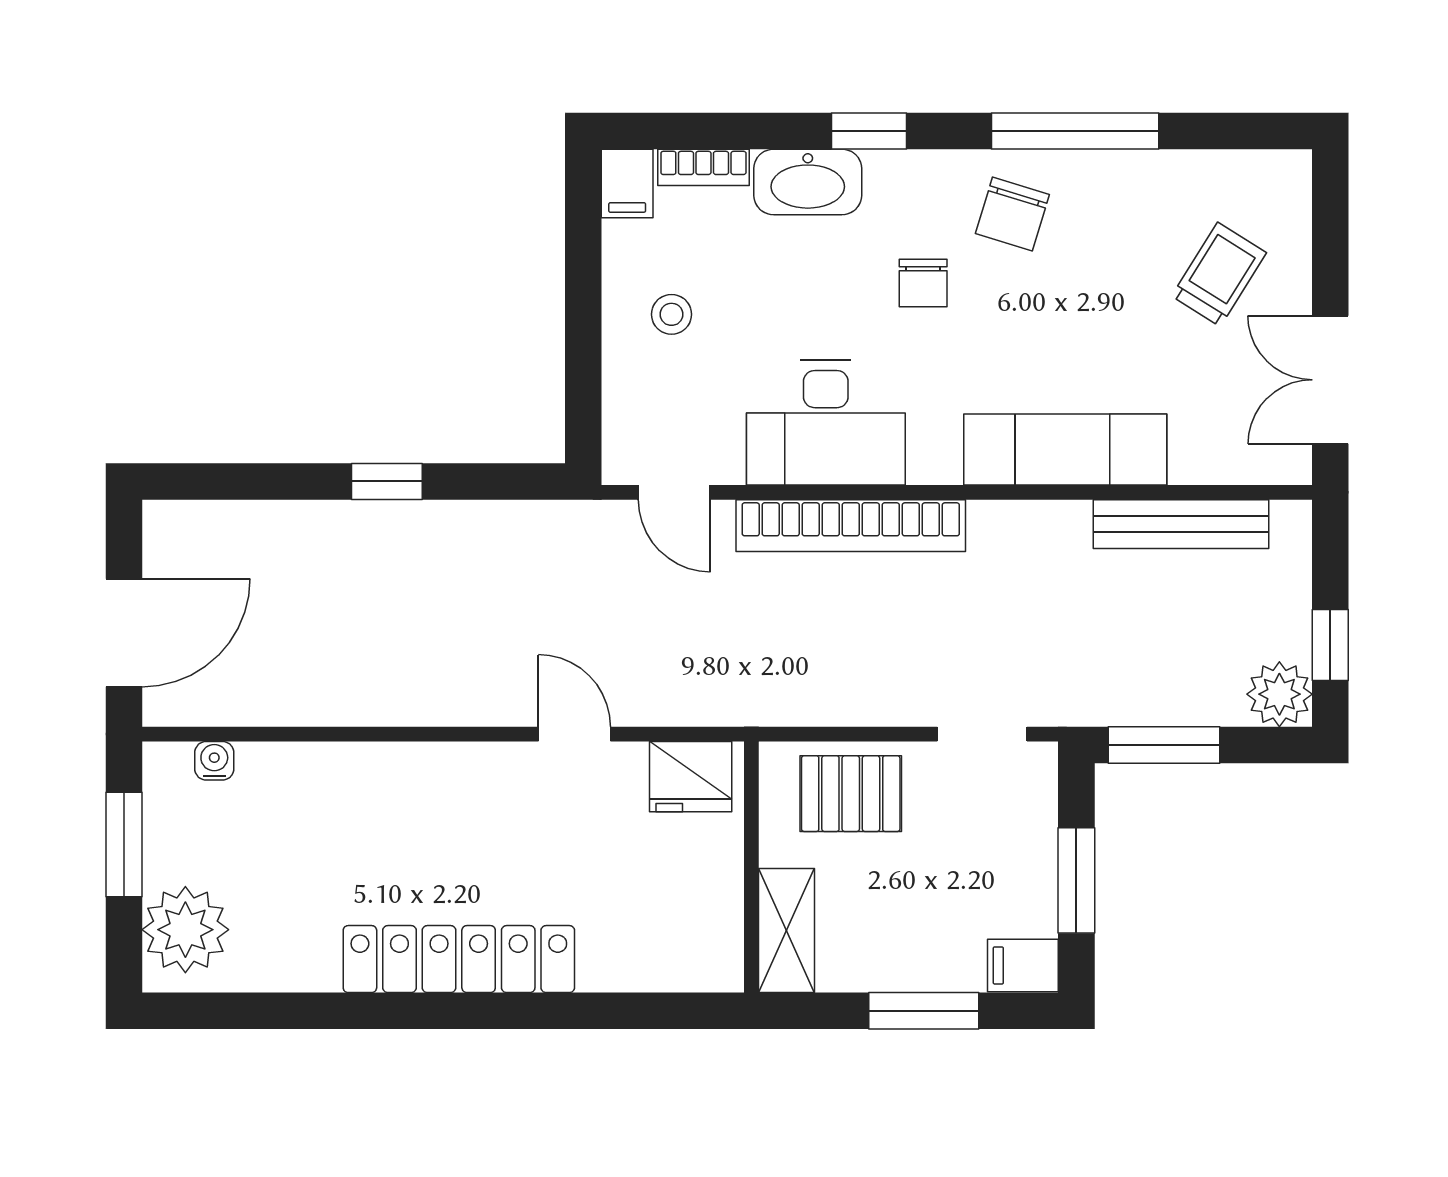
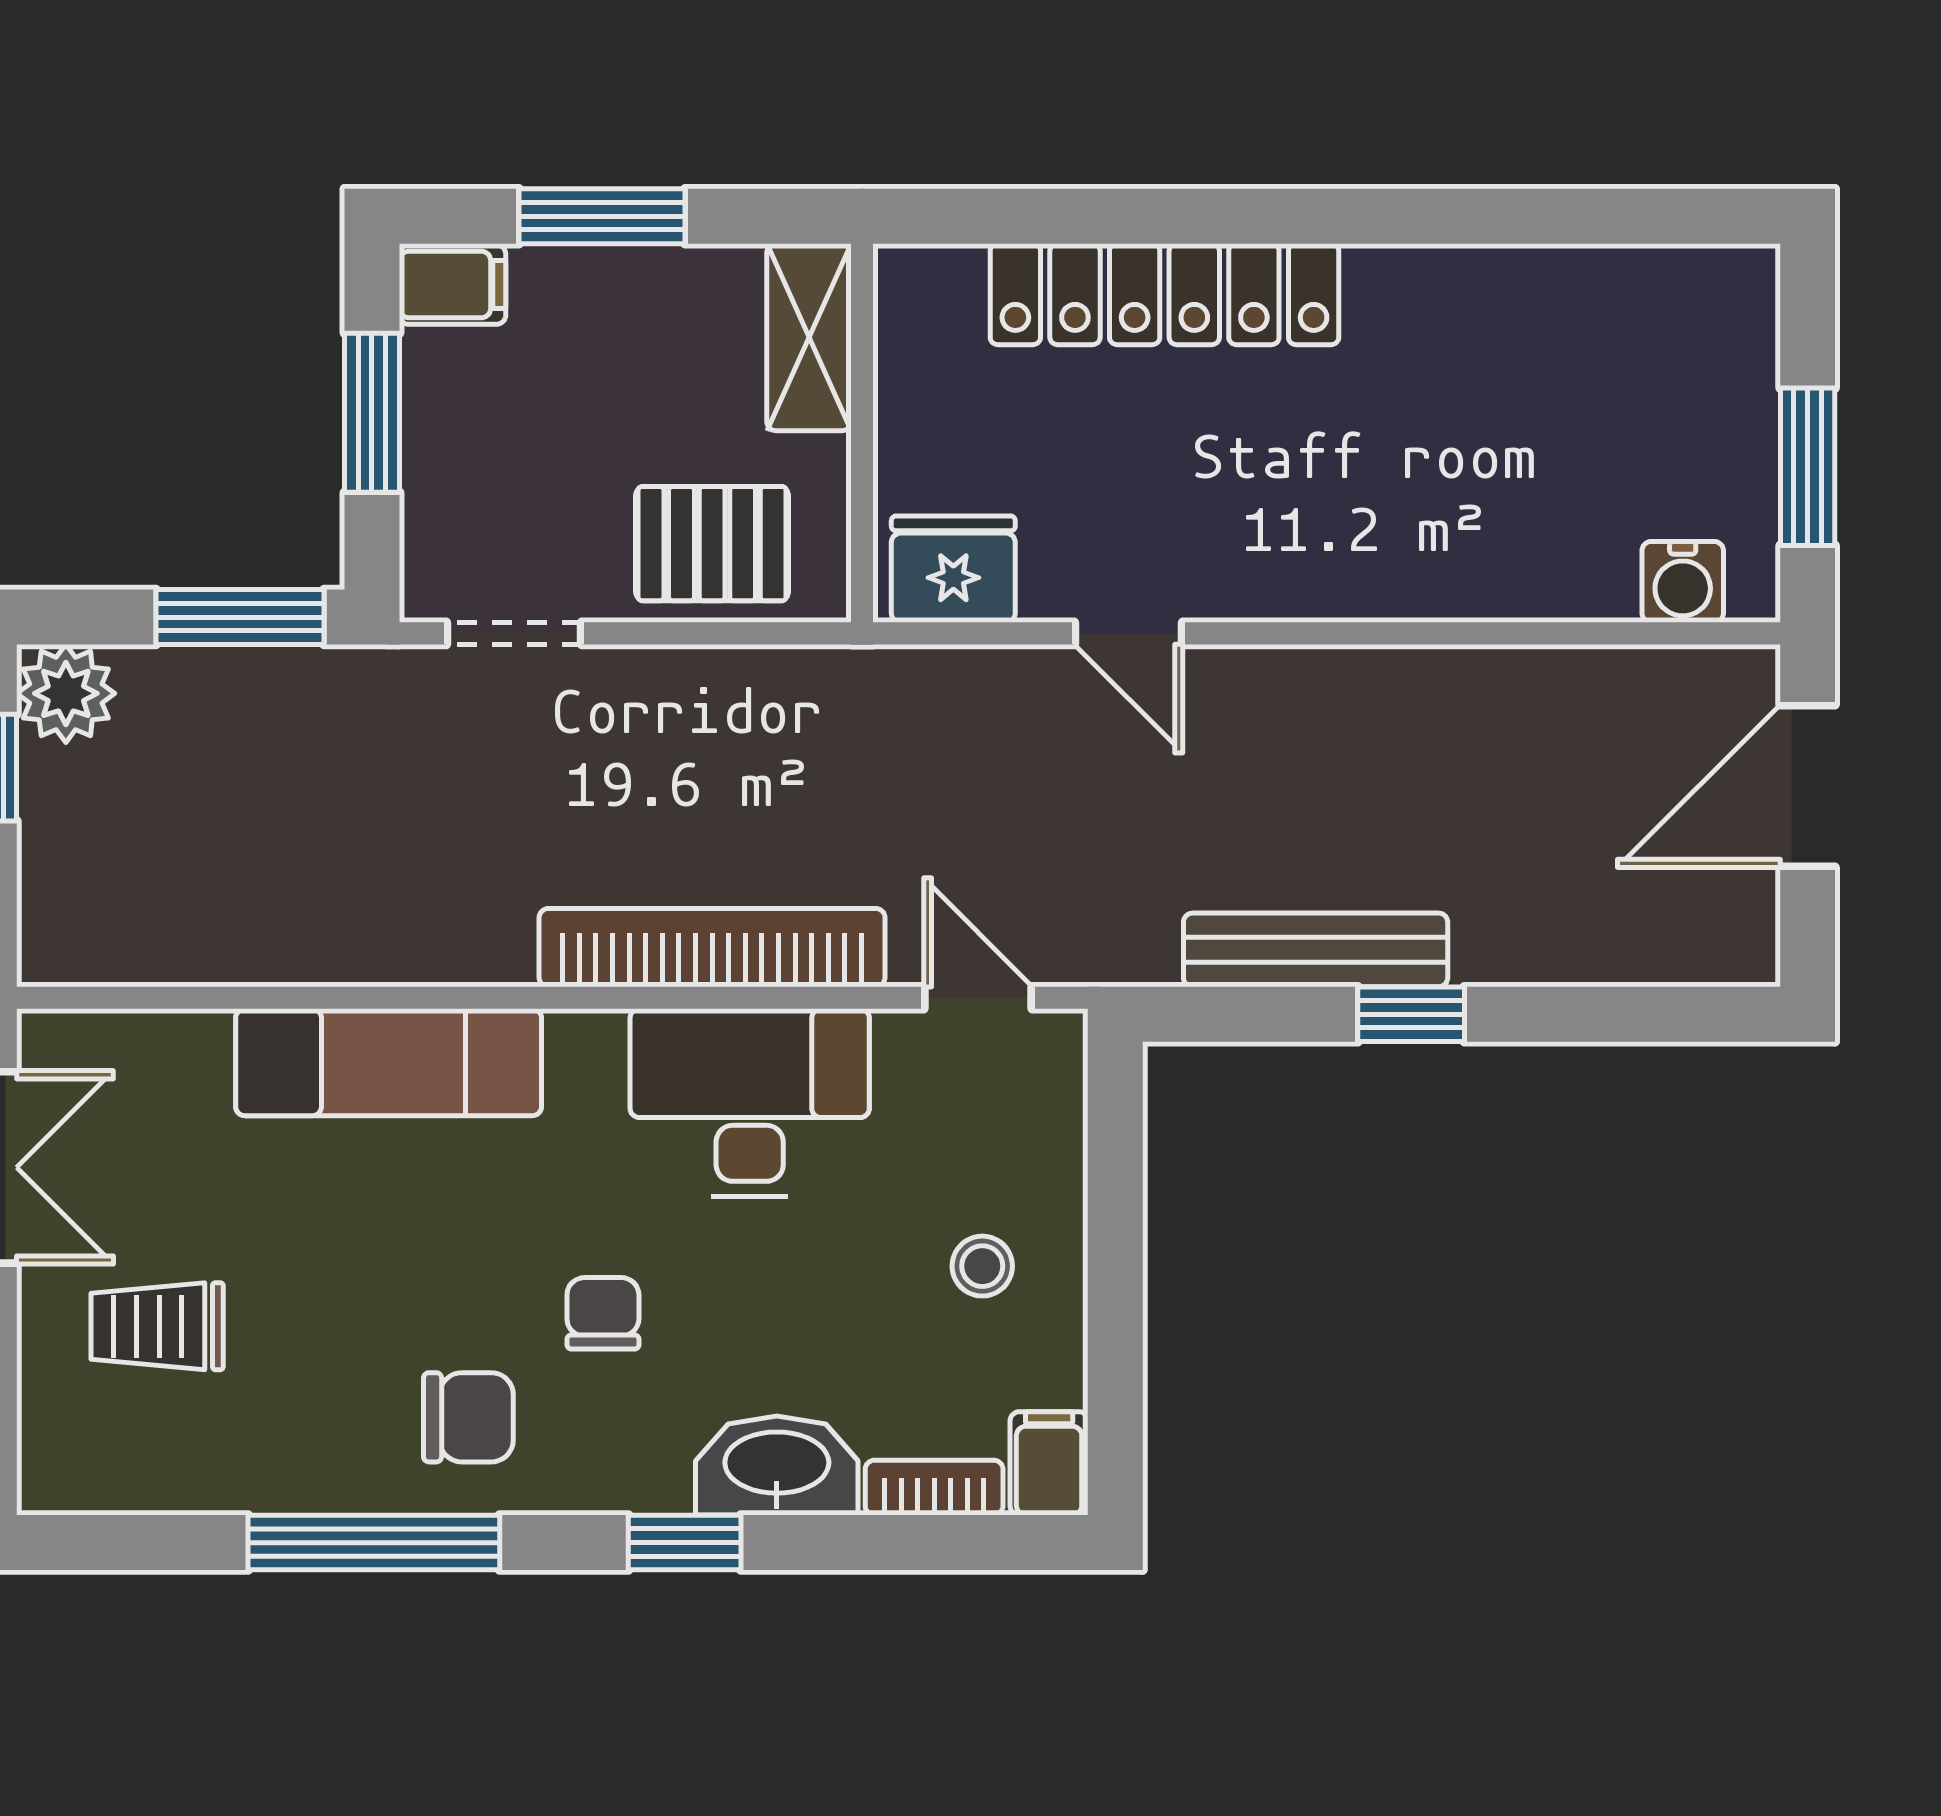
chair: (1012, 214) -> (468, 1417), turned 73
trolley: (1219, 274) -> (157, 1326), turned 58
bench: (1181, 524) -> (1316, 950), moved
water cooler: (214, 761) -> (1683, 582), width x1.38, depth x1.38
plant: (185, 930) -> (1715, 339), removed
locker: (459, 959) -> (1164, 294), moved

